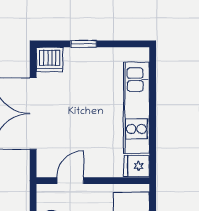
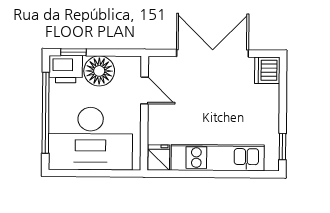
window: (84, 44) -> (283, 147), moved

